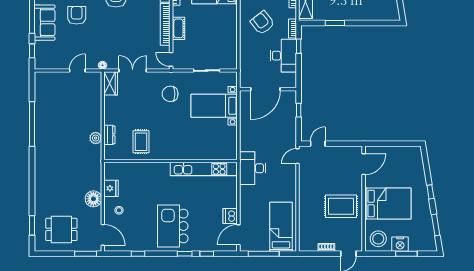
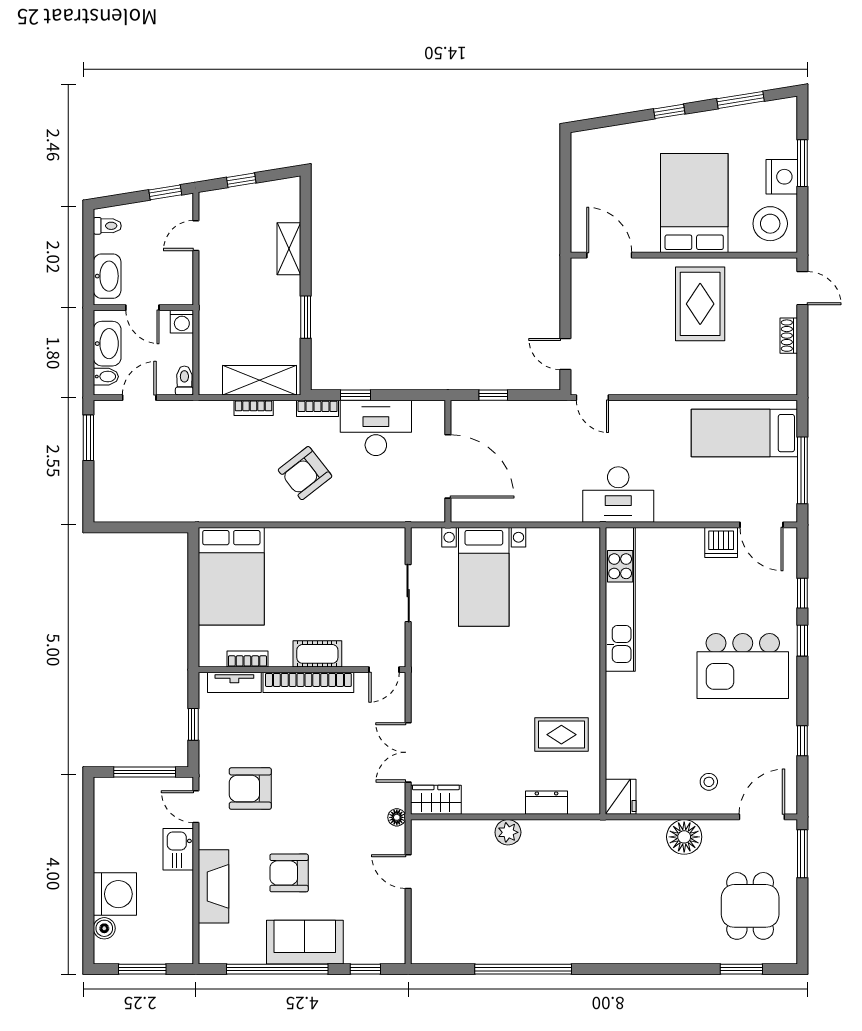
shelving: (367, 15) -> (289, 249), added
chair: (170, 94) -> (458, 672), removed
plant: (96, 138) -> (508, 832), moved
fridge: (111, 188) -> (621, 797), moved, turned 90

